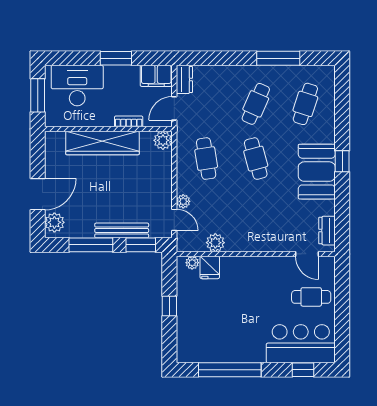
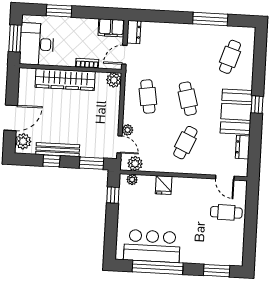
window: (116, 58) -> (59, 11), moved
desk: (77, 86) -> (37, 44), moved, turned -90
cafe table: (256, 104) -> (185, 143), moved
bench: (122, 230) -> (58, 150), moved
dresser: (327, 231) -> (243, 147), moved
plant: (215, 243) -> (135, 164), moved
window: (91, 245) -> (51, 161), width x0.46
fridge: (210, 267) -> (164, 185), moved
window: (169, 306) -> (113, 195), moved
bar counter: (301, 344) -> (152, 246), moved
window: (303, 370) -> (217, 271), width x1.50

